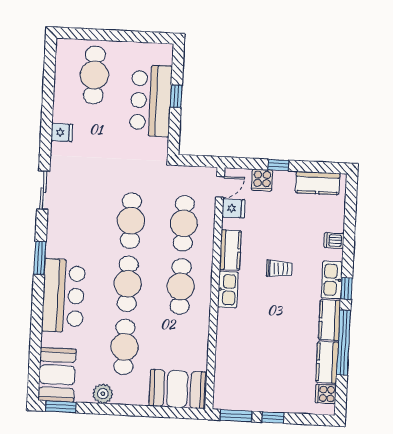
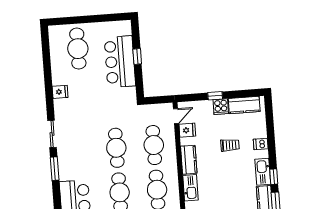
cooker: (262, 180) -> (221, 107), moved
window: (40, 258) -> (55, 169), moved
trolley: (279, 269) -> (230, 145), moved

